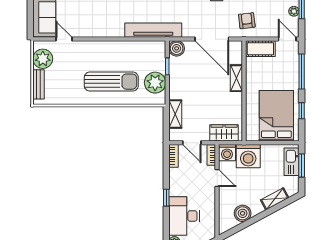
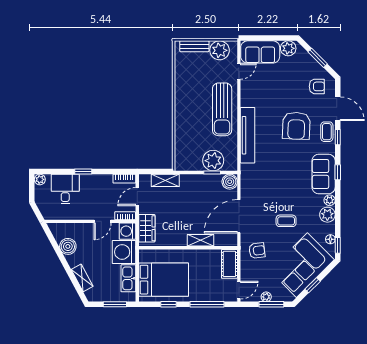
tv unit: (153, 30) -> (248, 135), moved
sun lounger: (111, 82) -> (222, 109), moved
plant: (155, 83) -> (213, 161), moved
kitchen sink: (292, 162) -> (128, 278), moved, turned -90
desk: (184, 216) -> (65, 189), width x0.73

